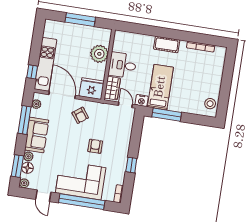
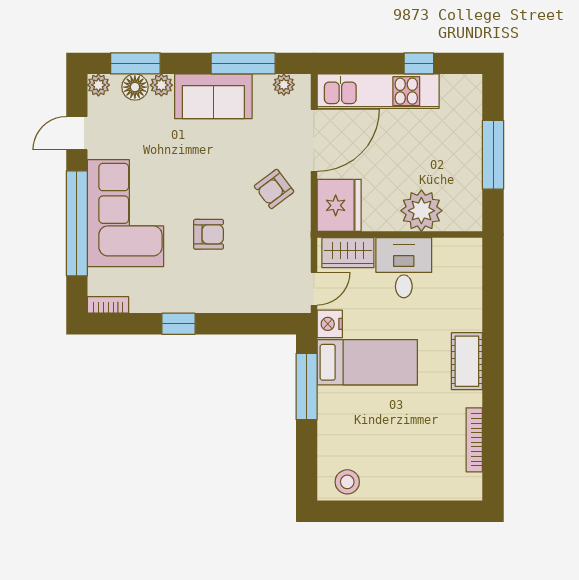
window: (32, 72) -> (419, 63), moved

